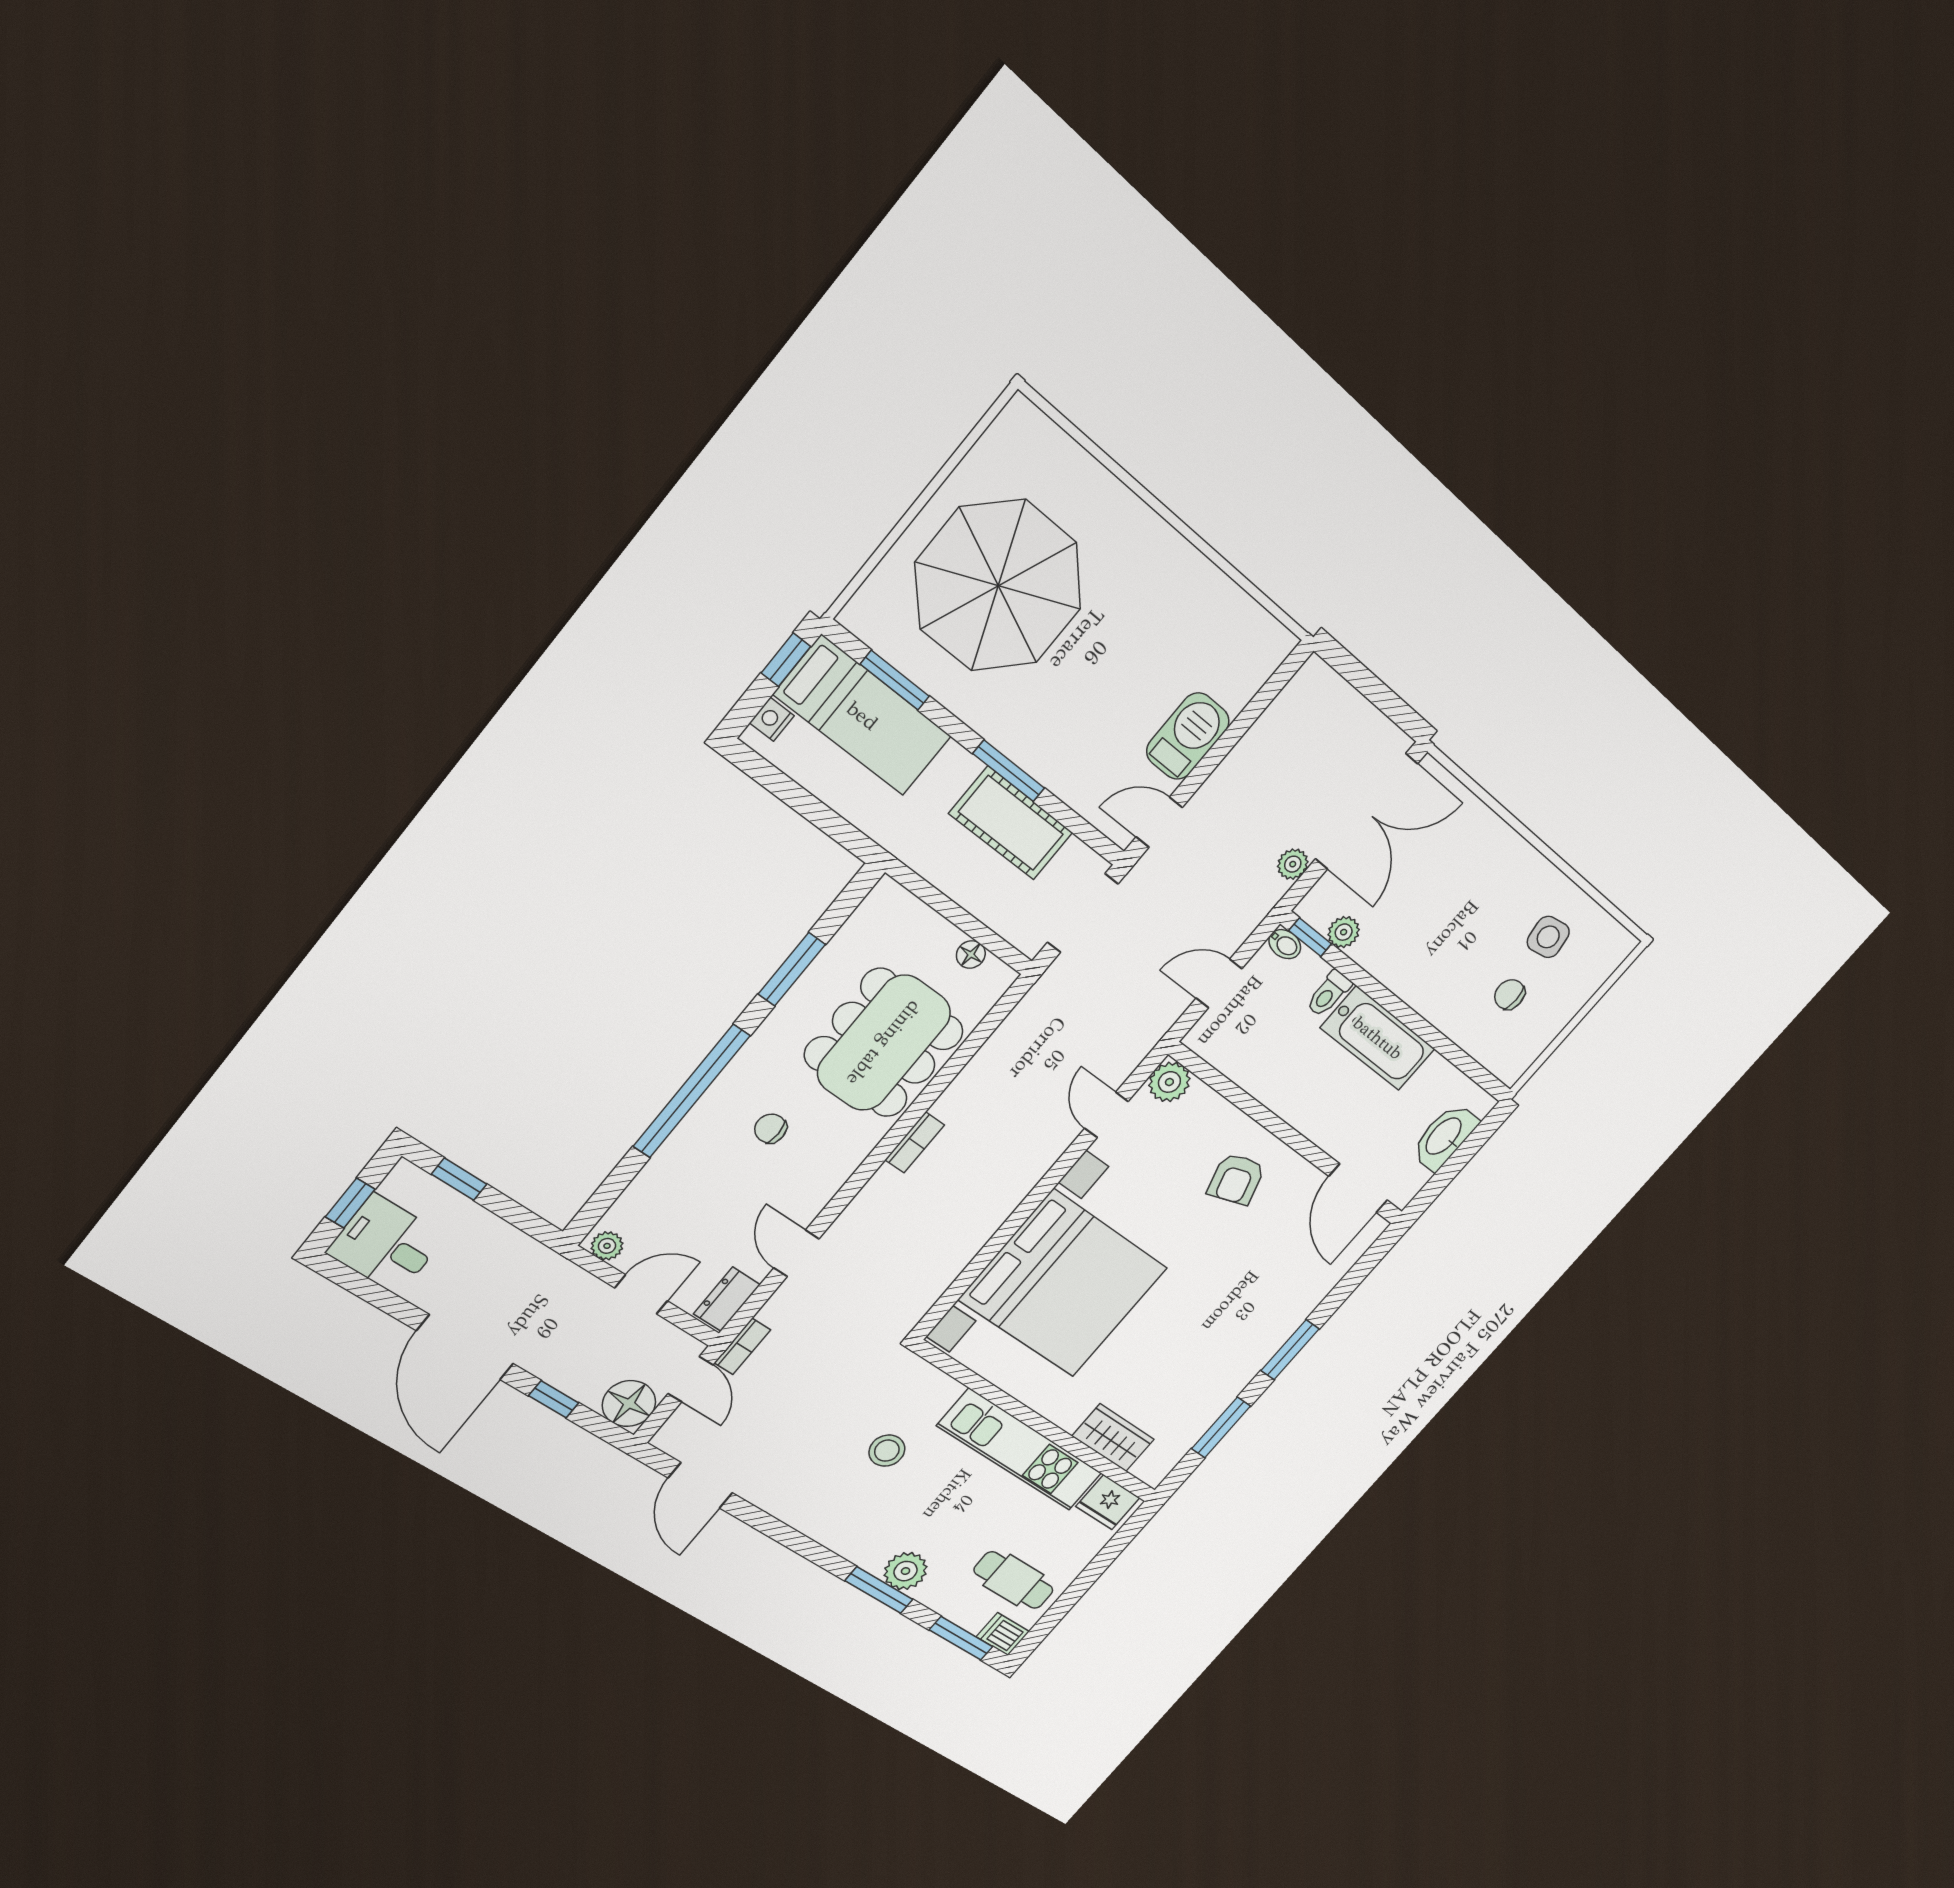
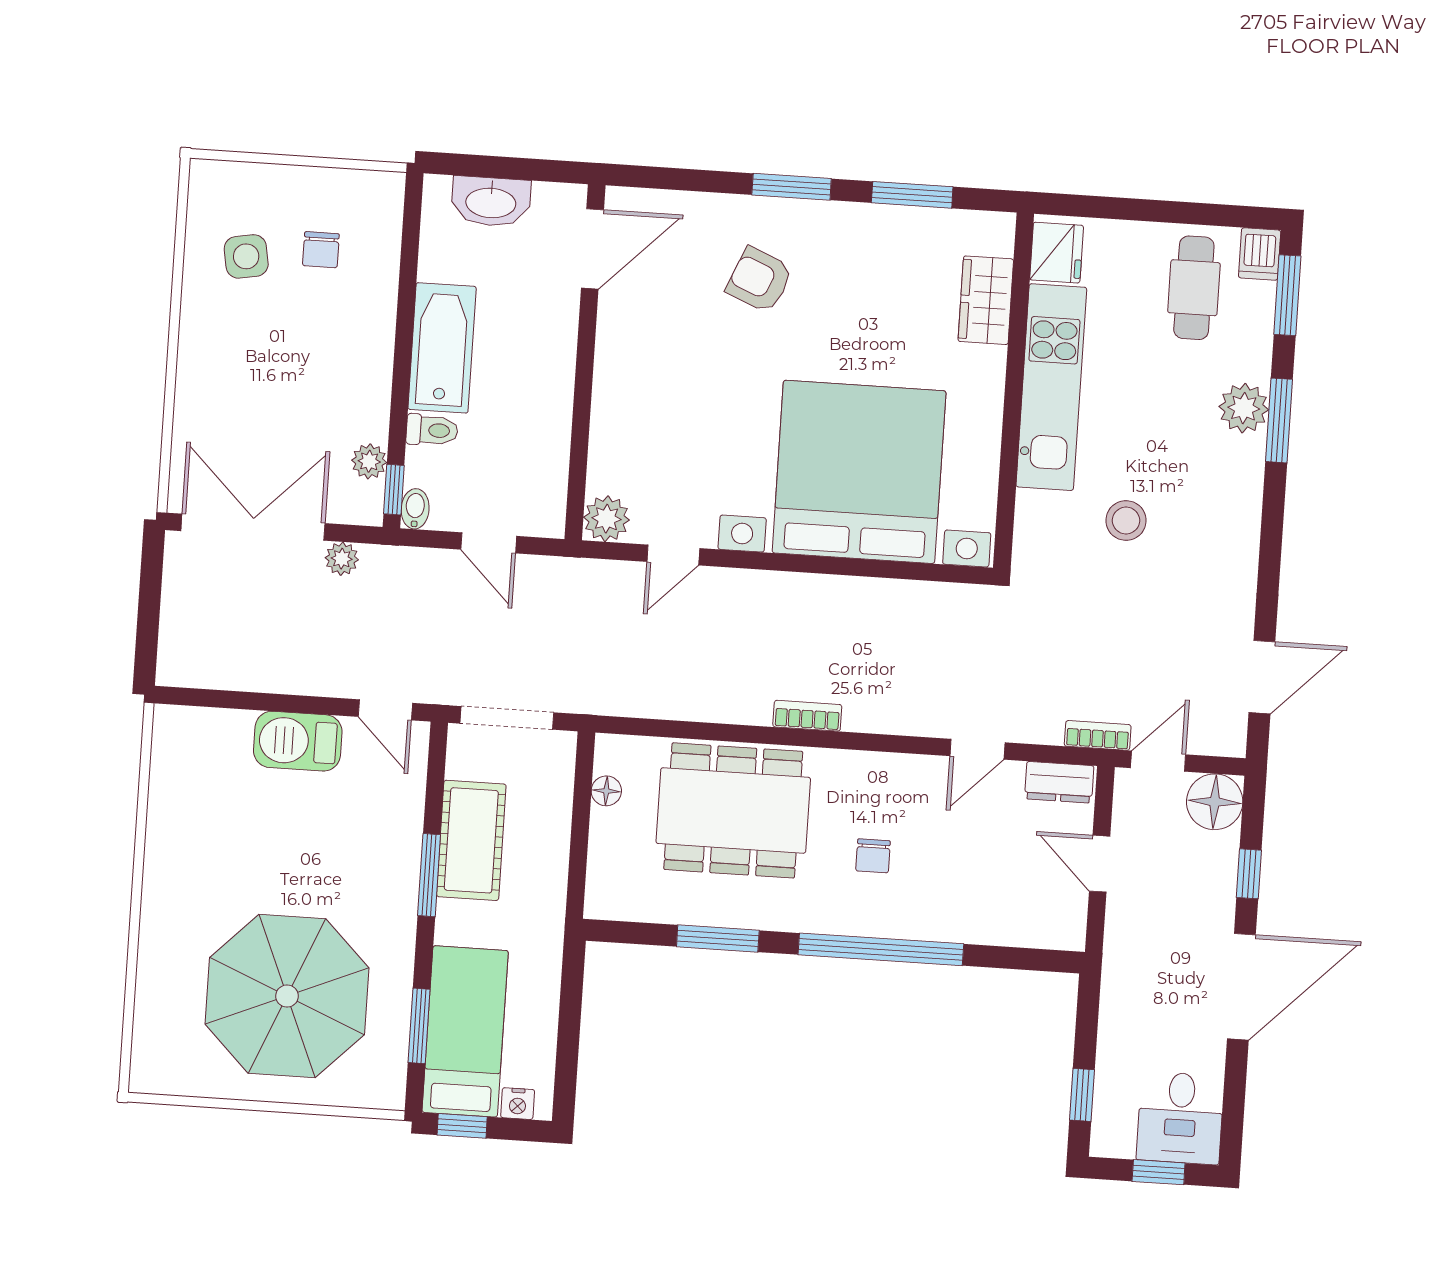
armchair: (1236, 1179) -> (759, 280), moved, turned -139
plant: (607, 1246) -> (1070, 926), removed

